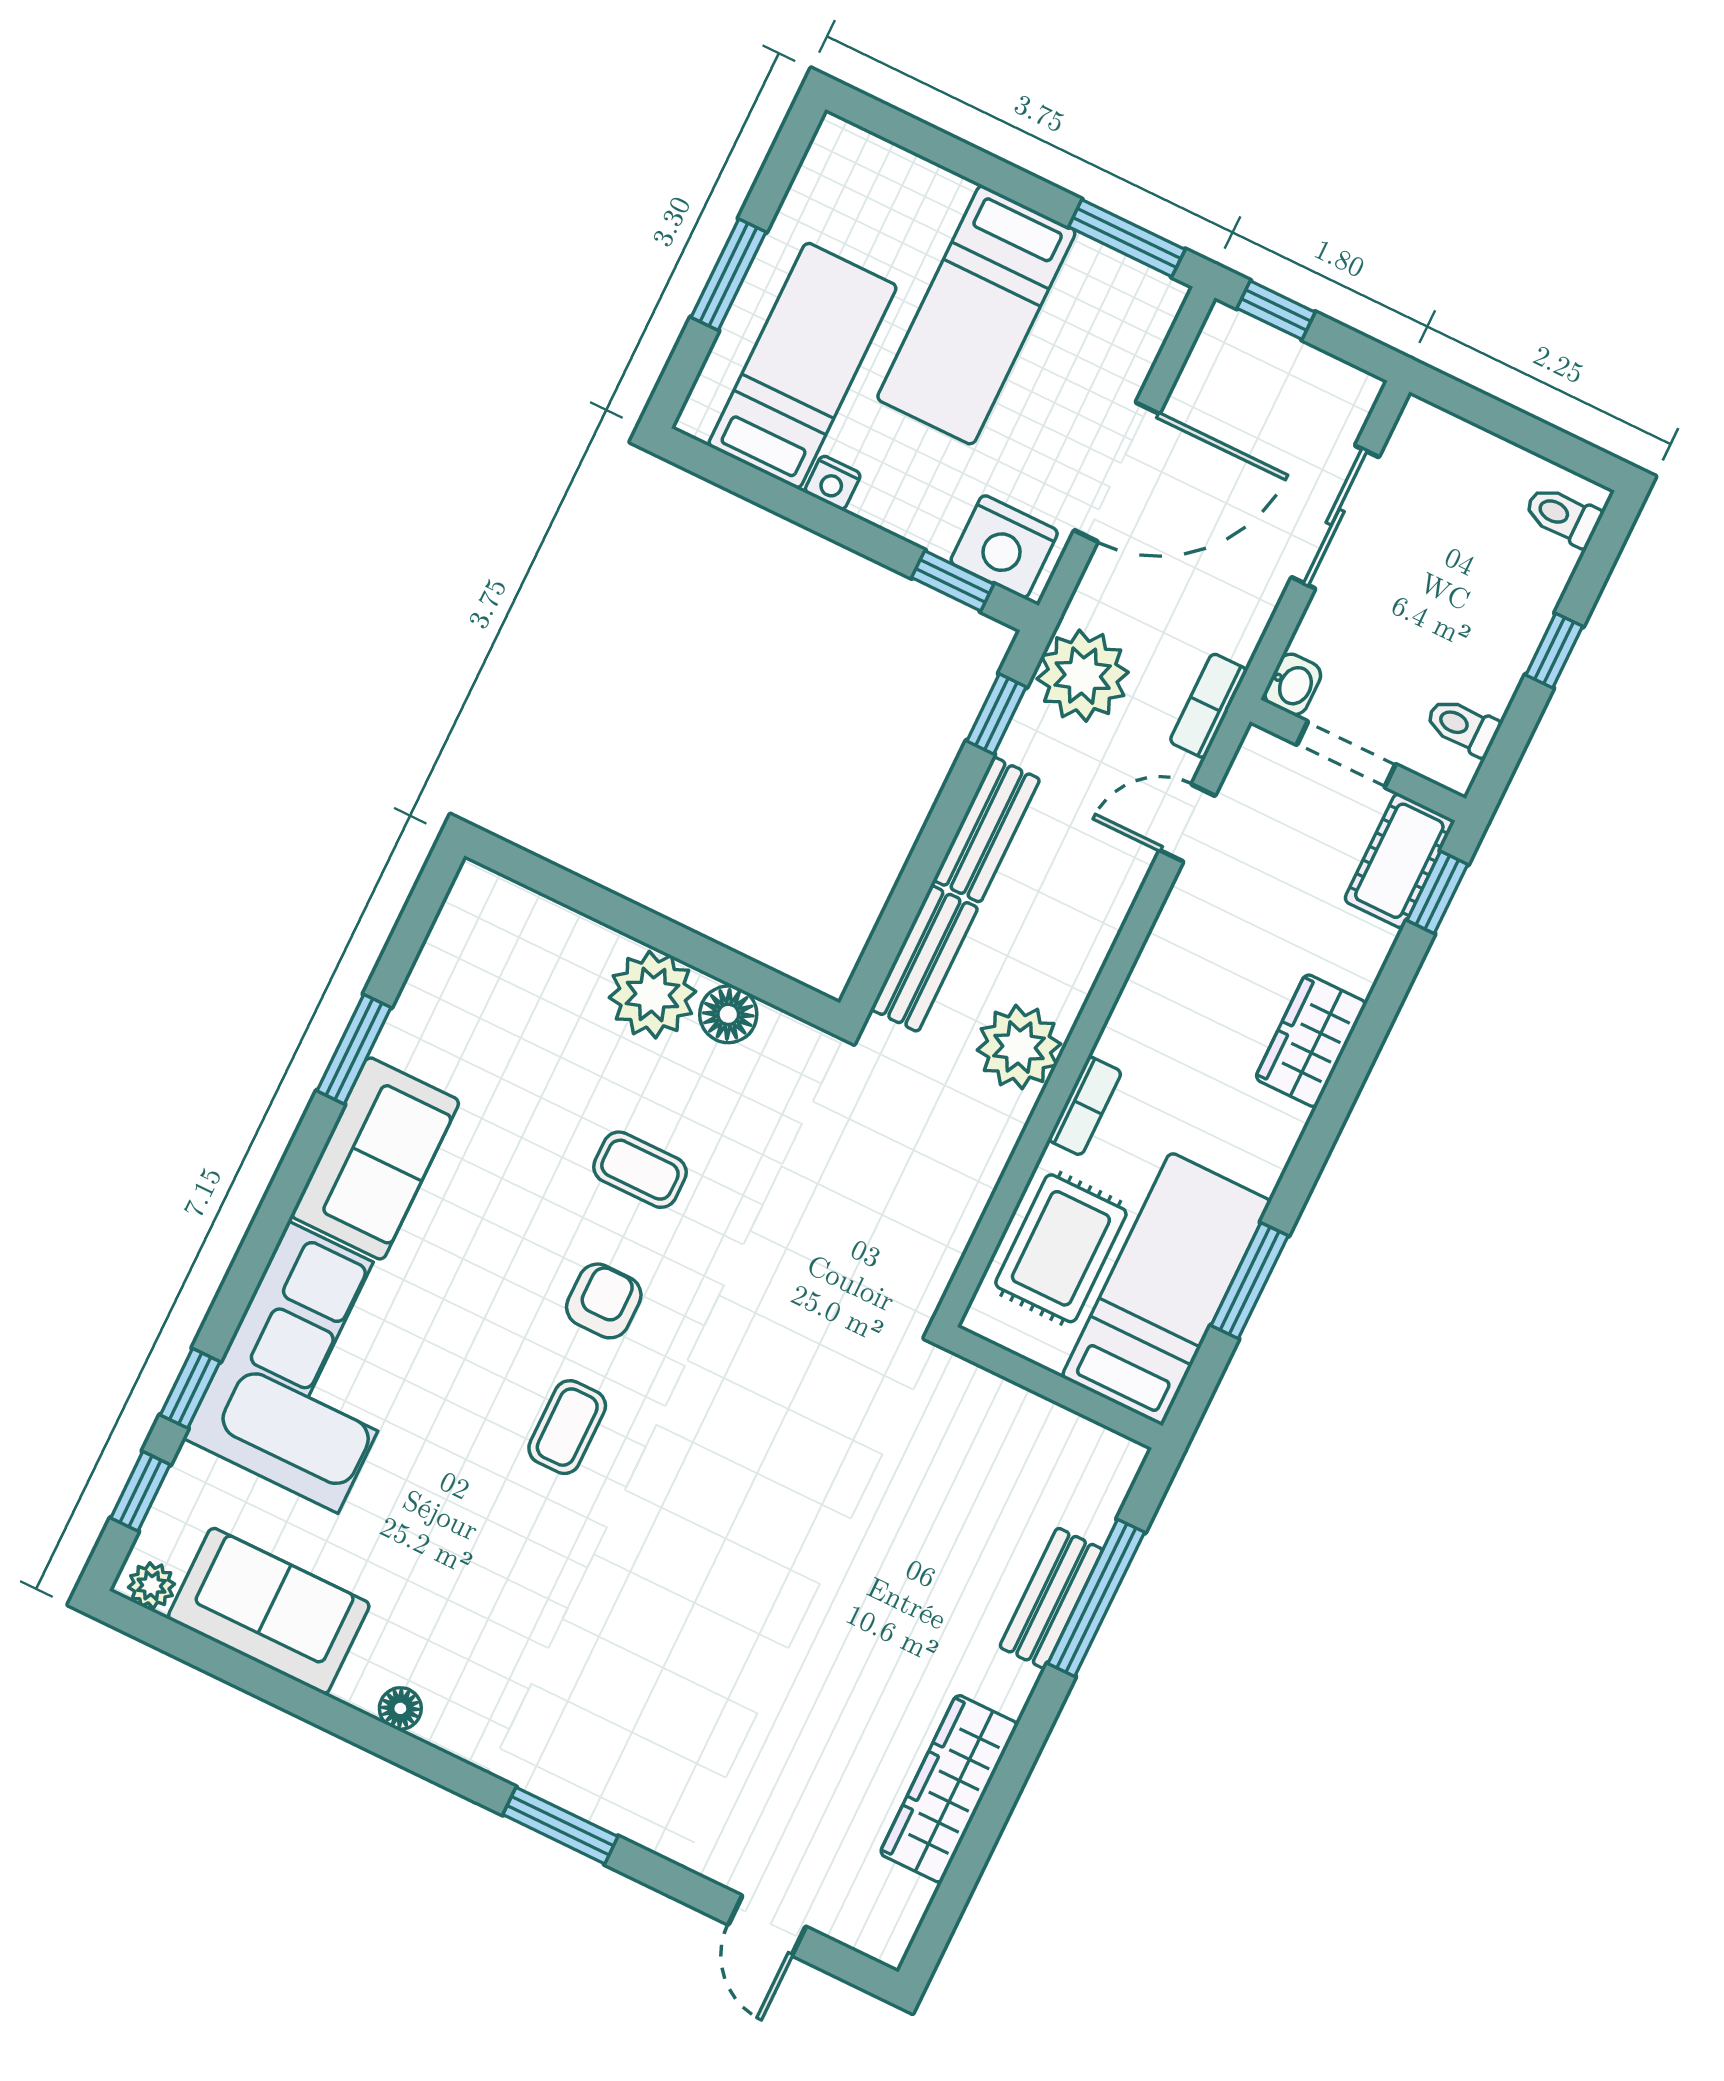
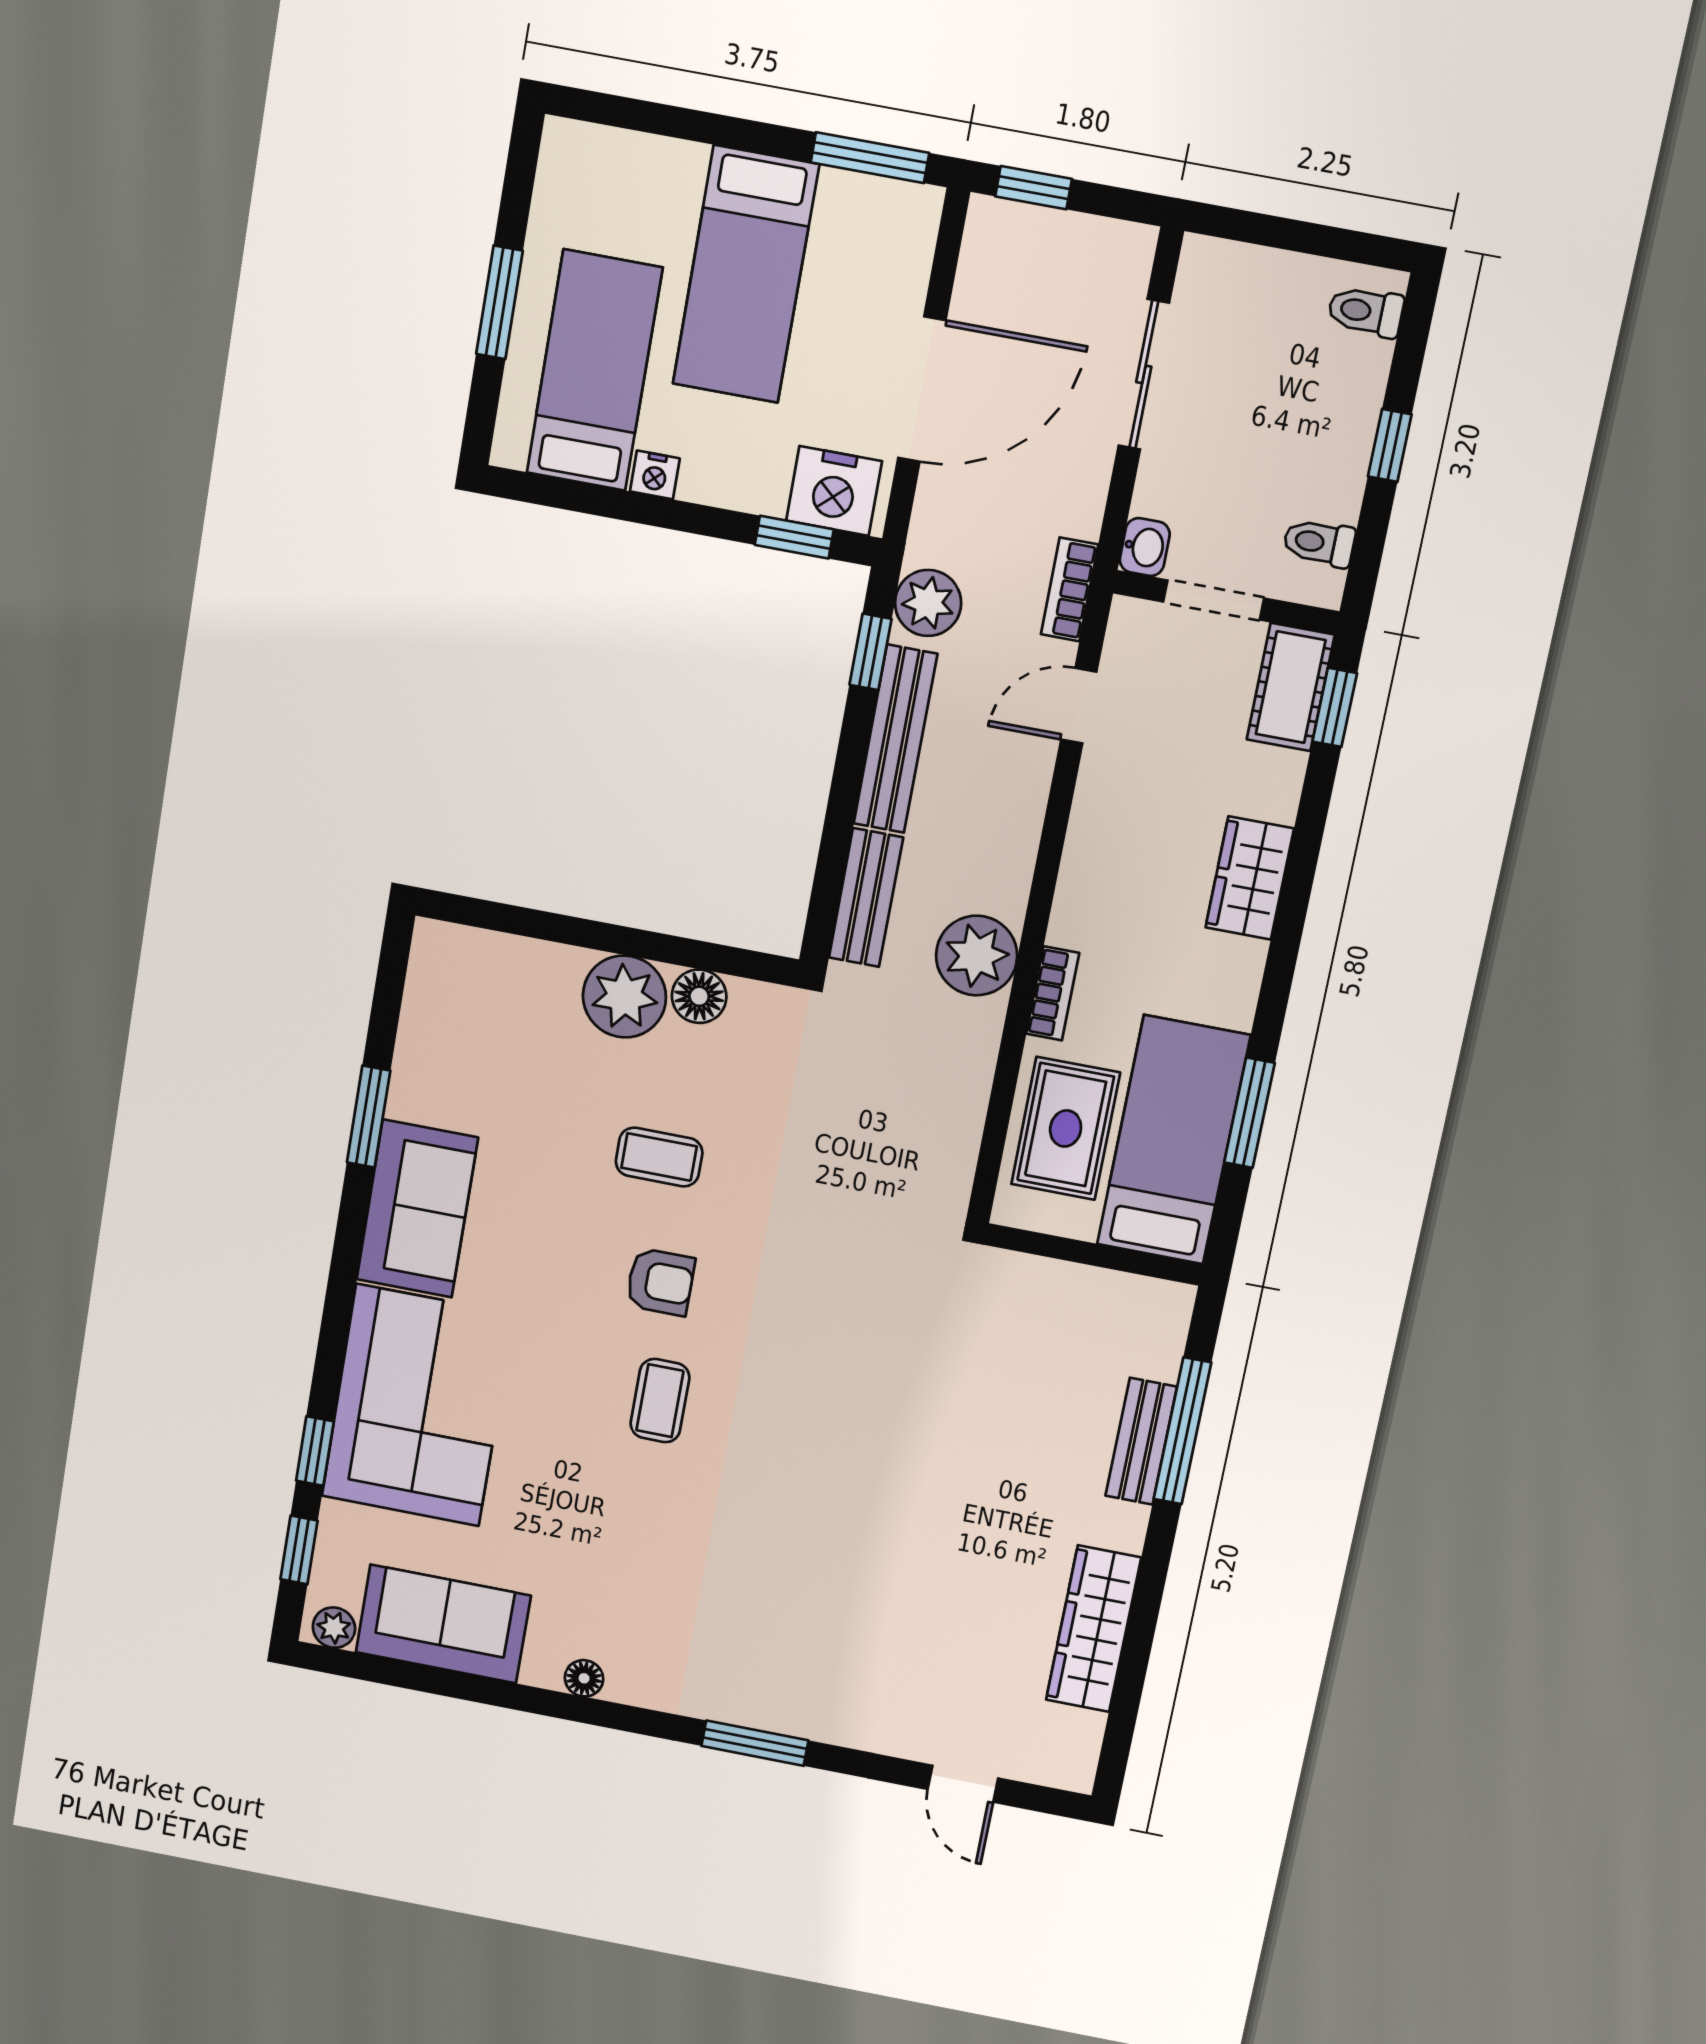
plant: (1083, 676) -> (928, 603), width x0.73, depth x0.73
bench: (987, 830) -> (895, 739), width x1.36
armchair: (604, 1301) -> (660, 1282), turned 90

